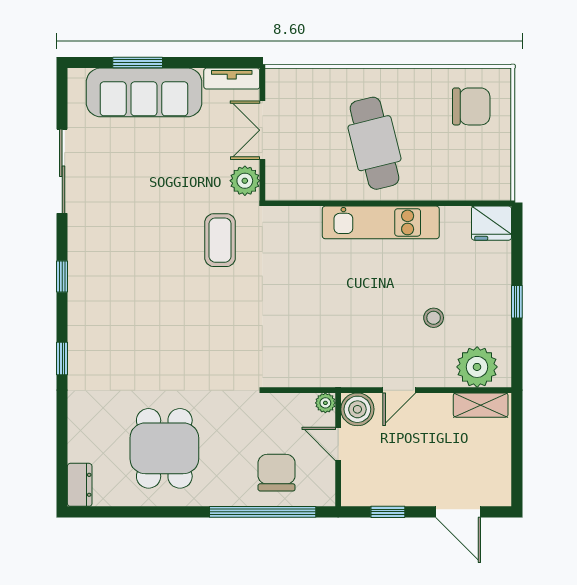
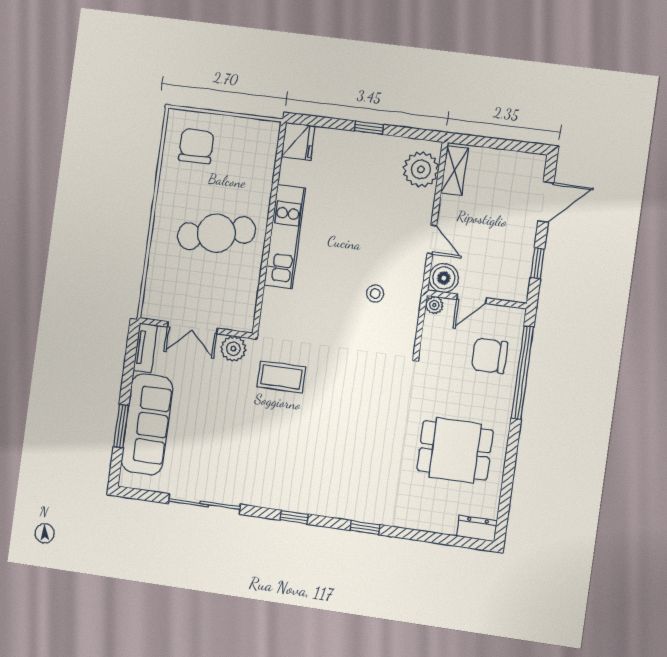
stool: (434, 318) -> (375, 293), moved

